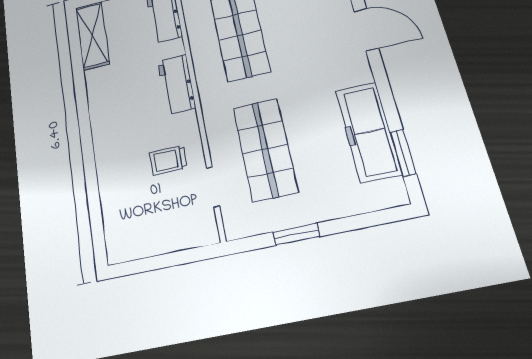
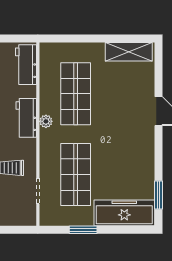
plant: (205, 82) -> (46, 121), added
freezer: (368, 132) -> (124, 213), moved, turned 90

